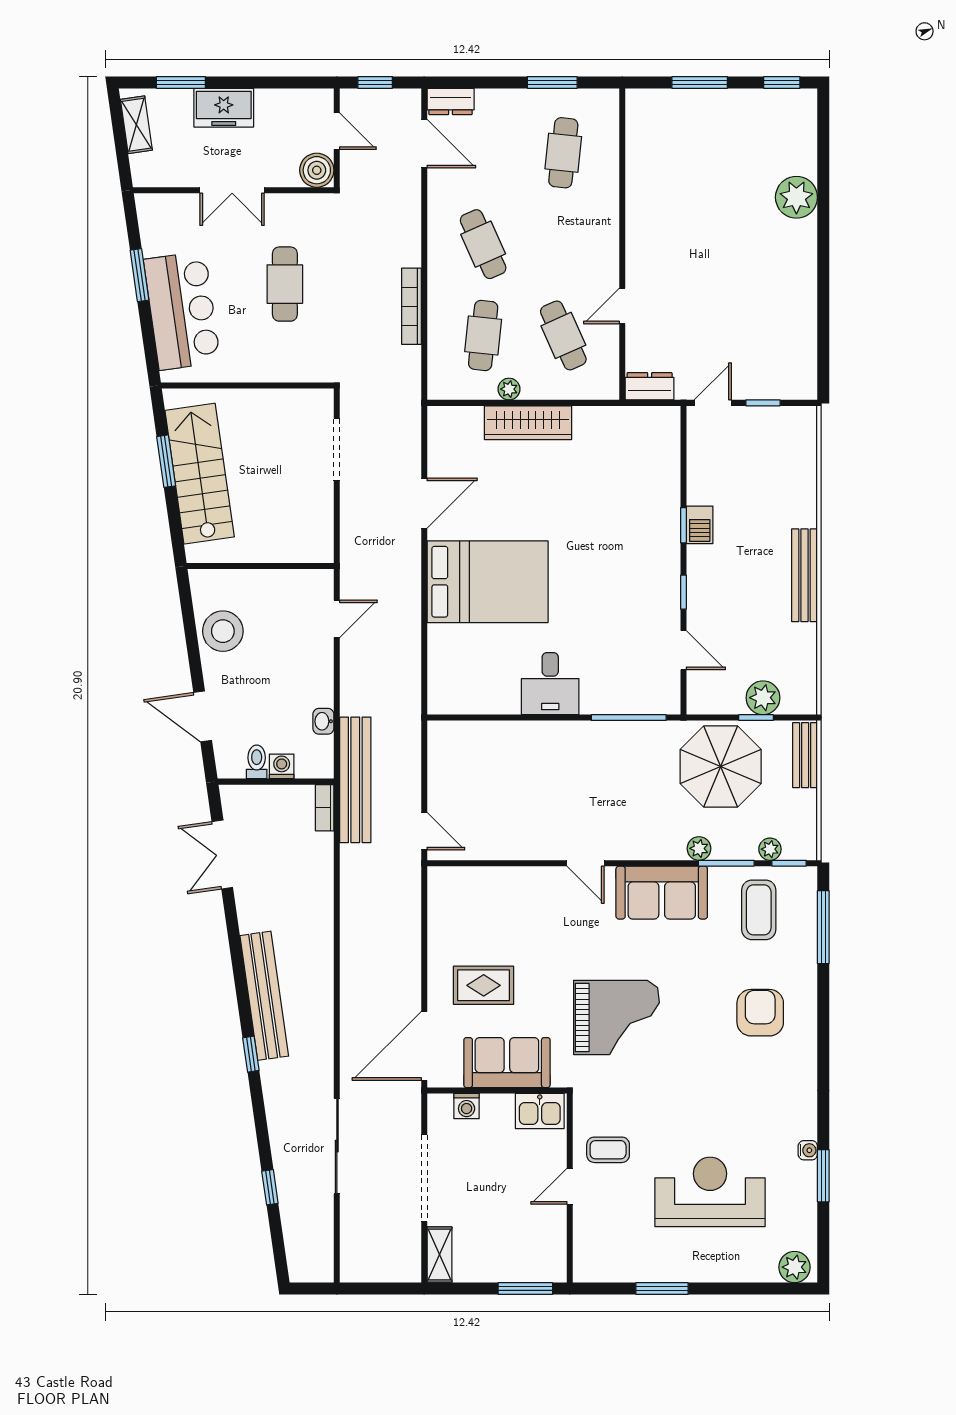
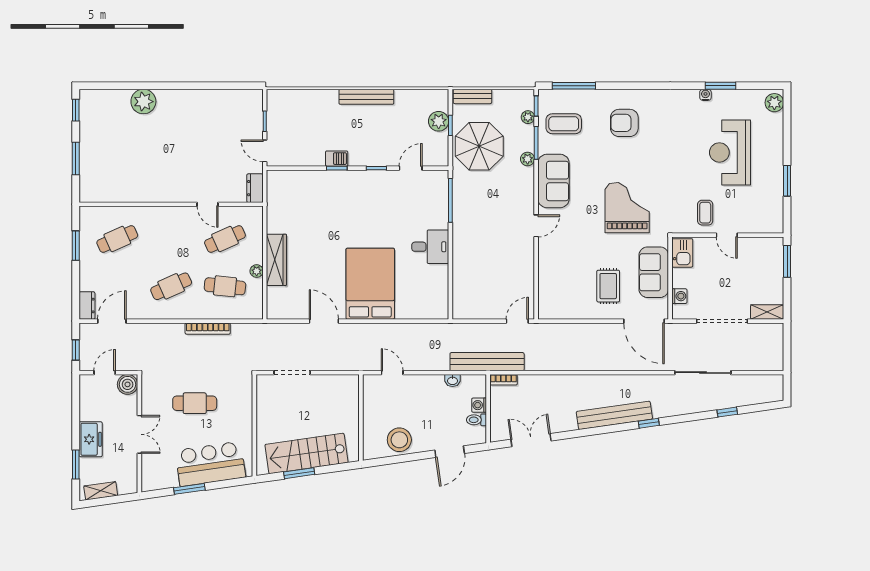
cafe table: (563, 153) -> (117, 239), turned -30
double door: (222, 854) -> (531, 440), swing flipped

